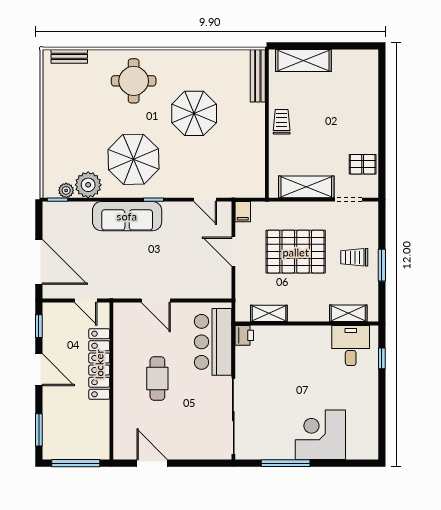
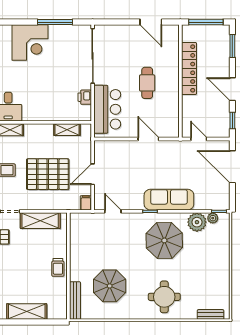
shelving: (303, 60) -> (27, 312), moved
parasol: (194, 113) -> (110, 286), moved
door: (233, 251) -> (93, 174), swing flipped
printer: (244, 335) -> (85, 97), moved
locker: (99, 364) -> (189, 68), moved

